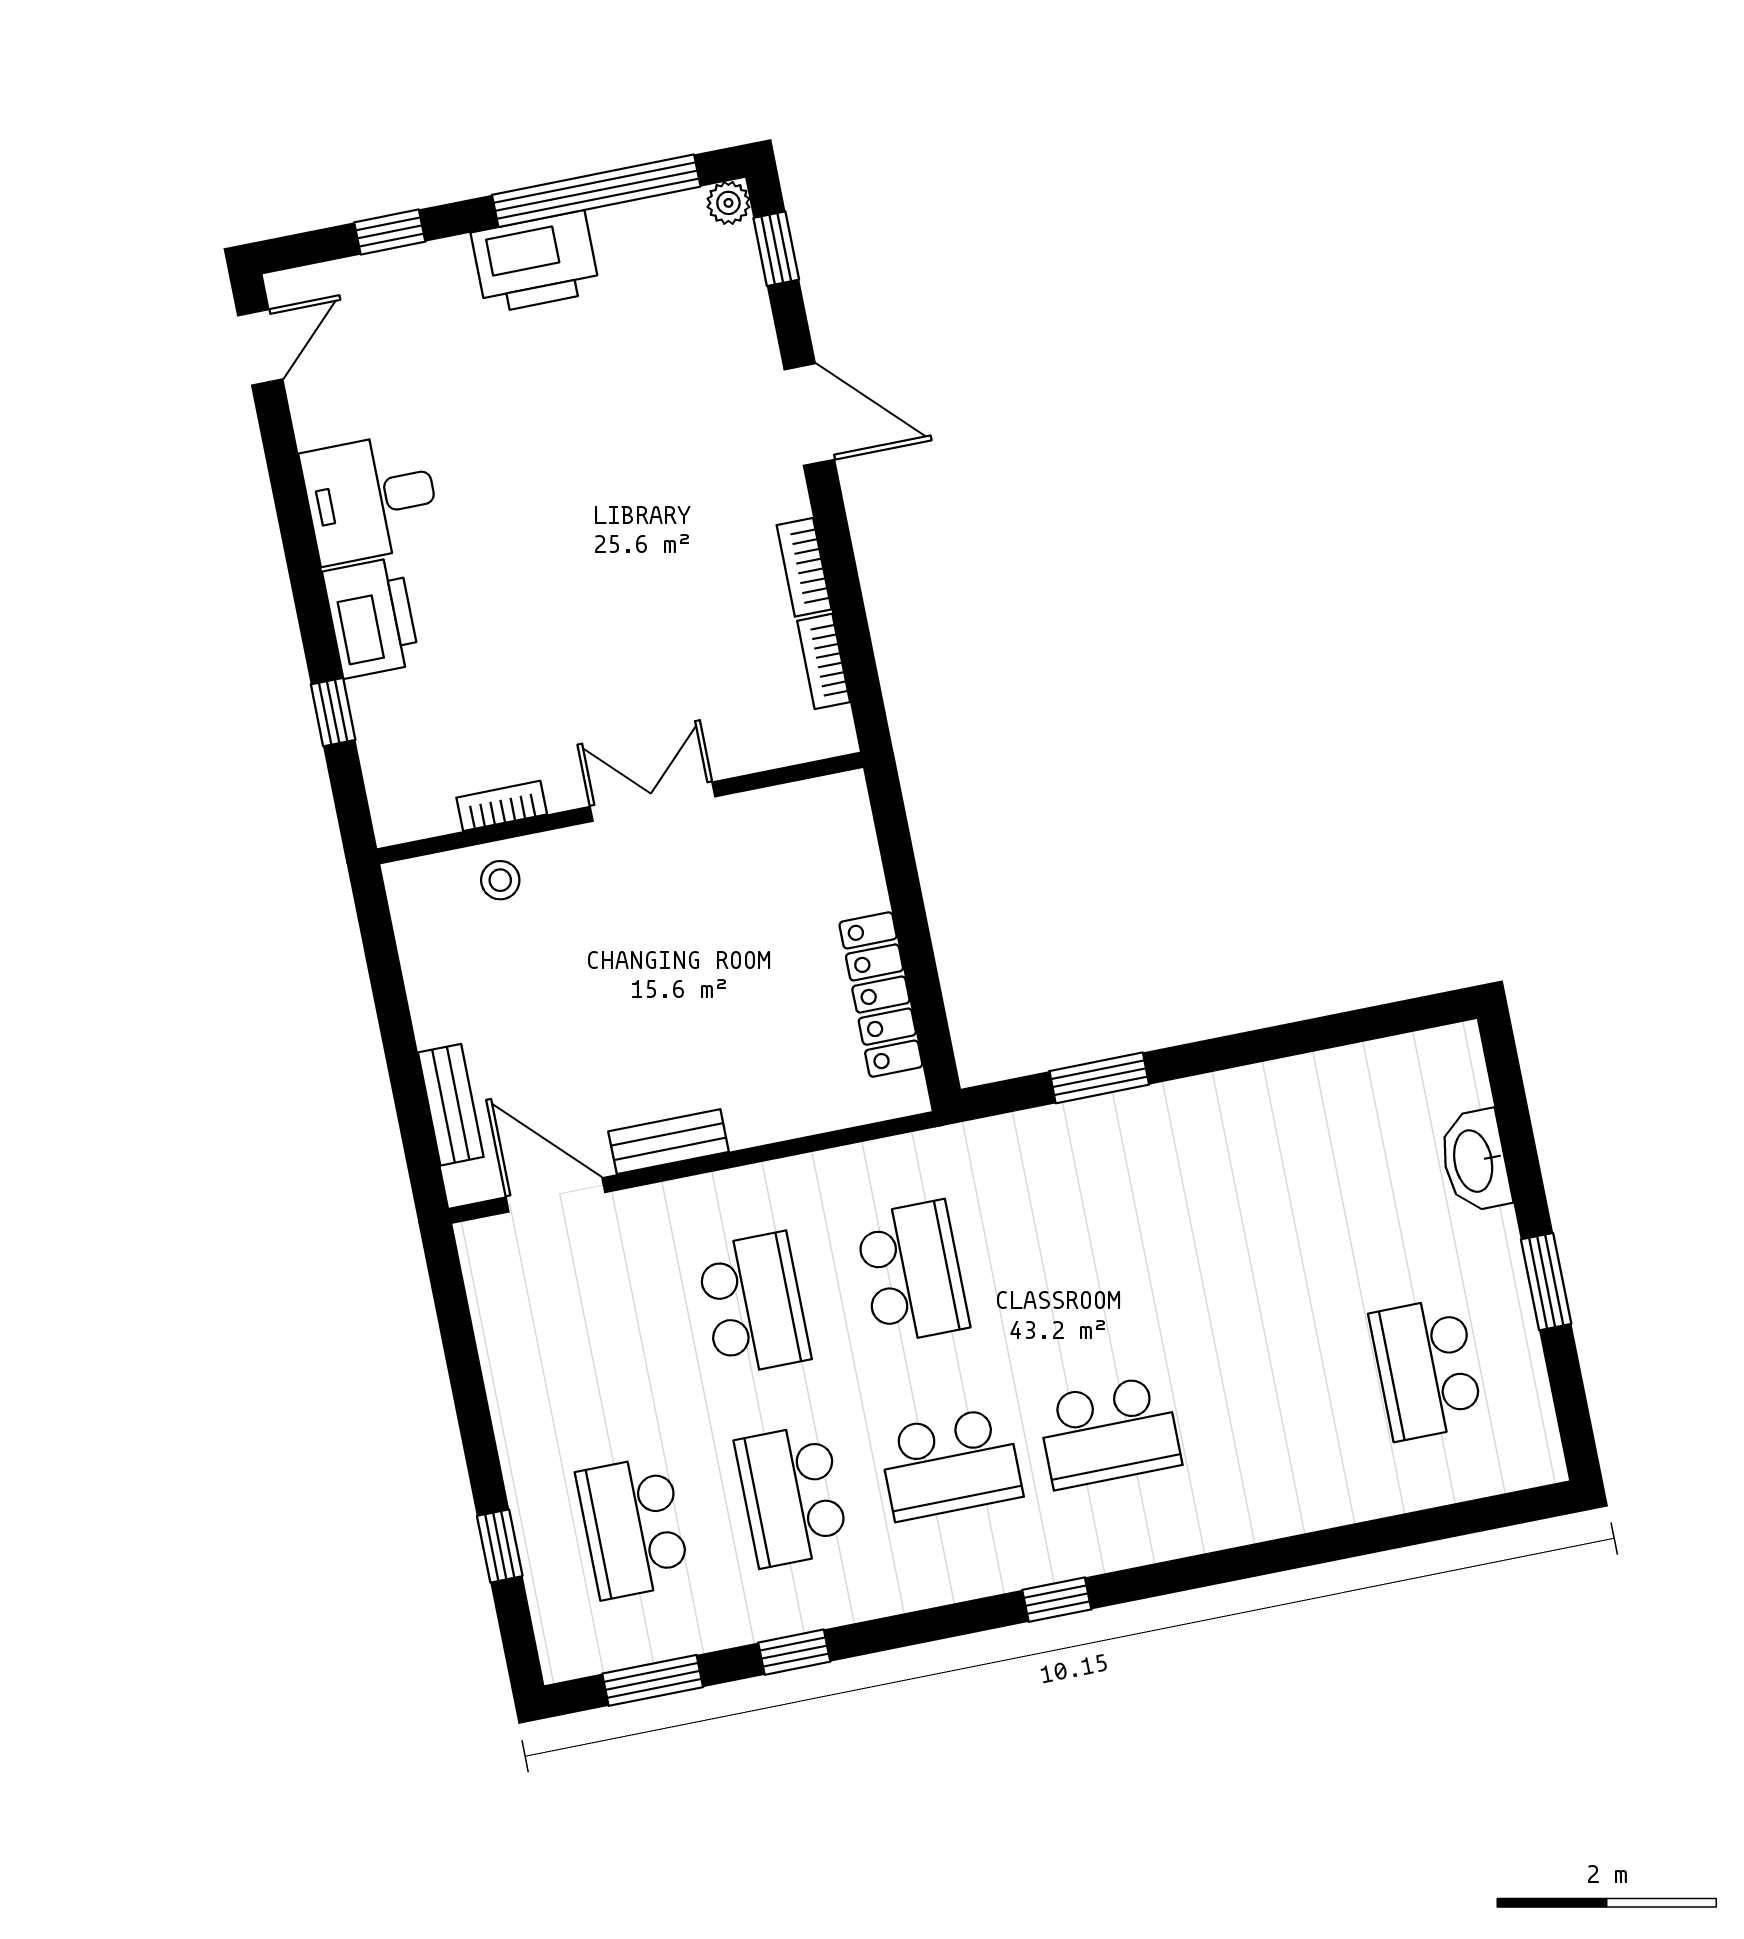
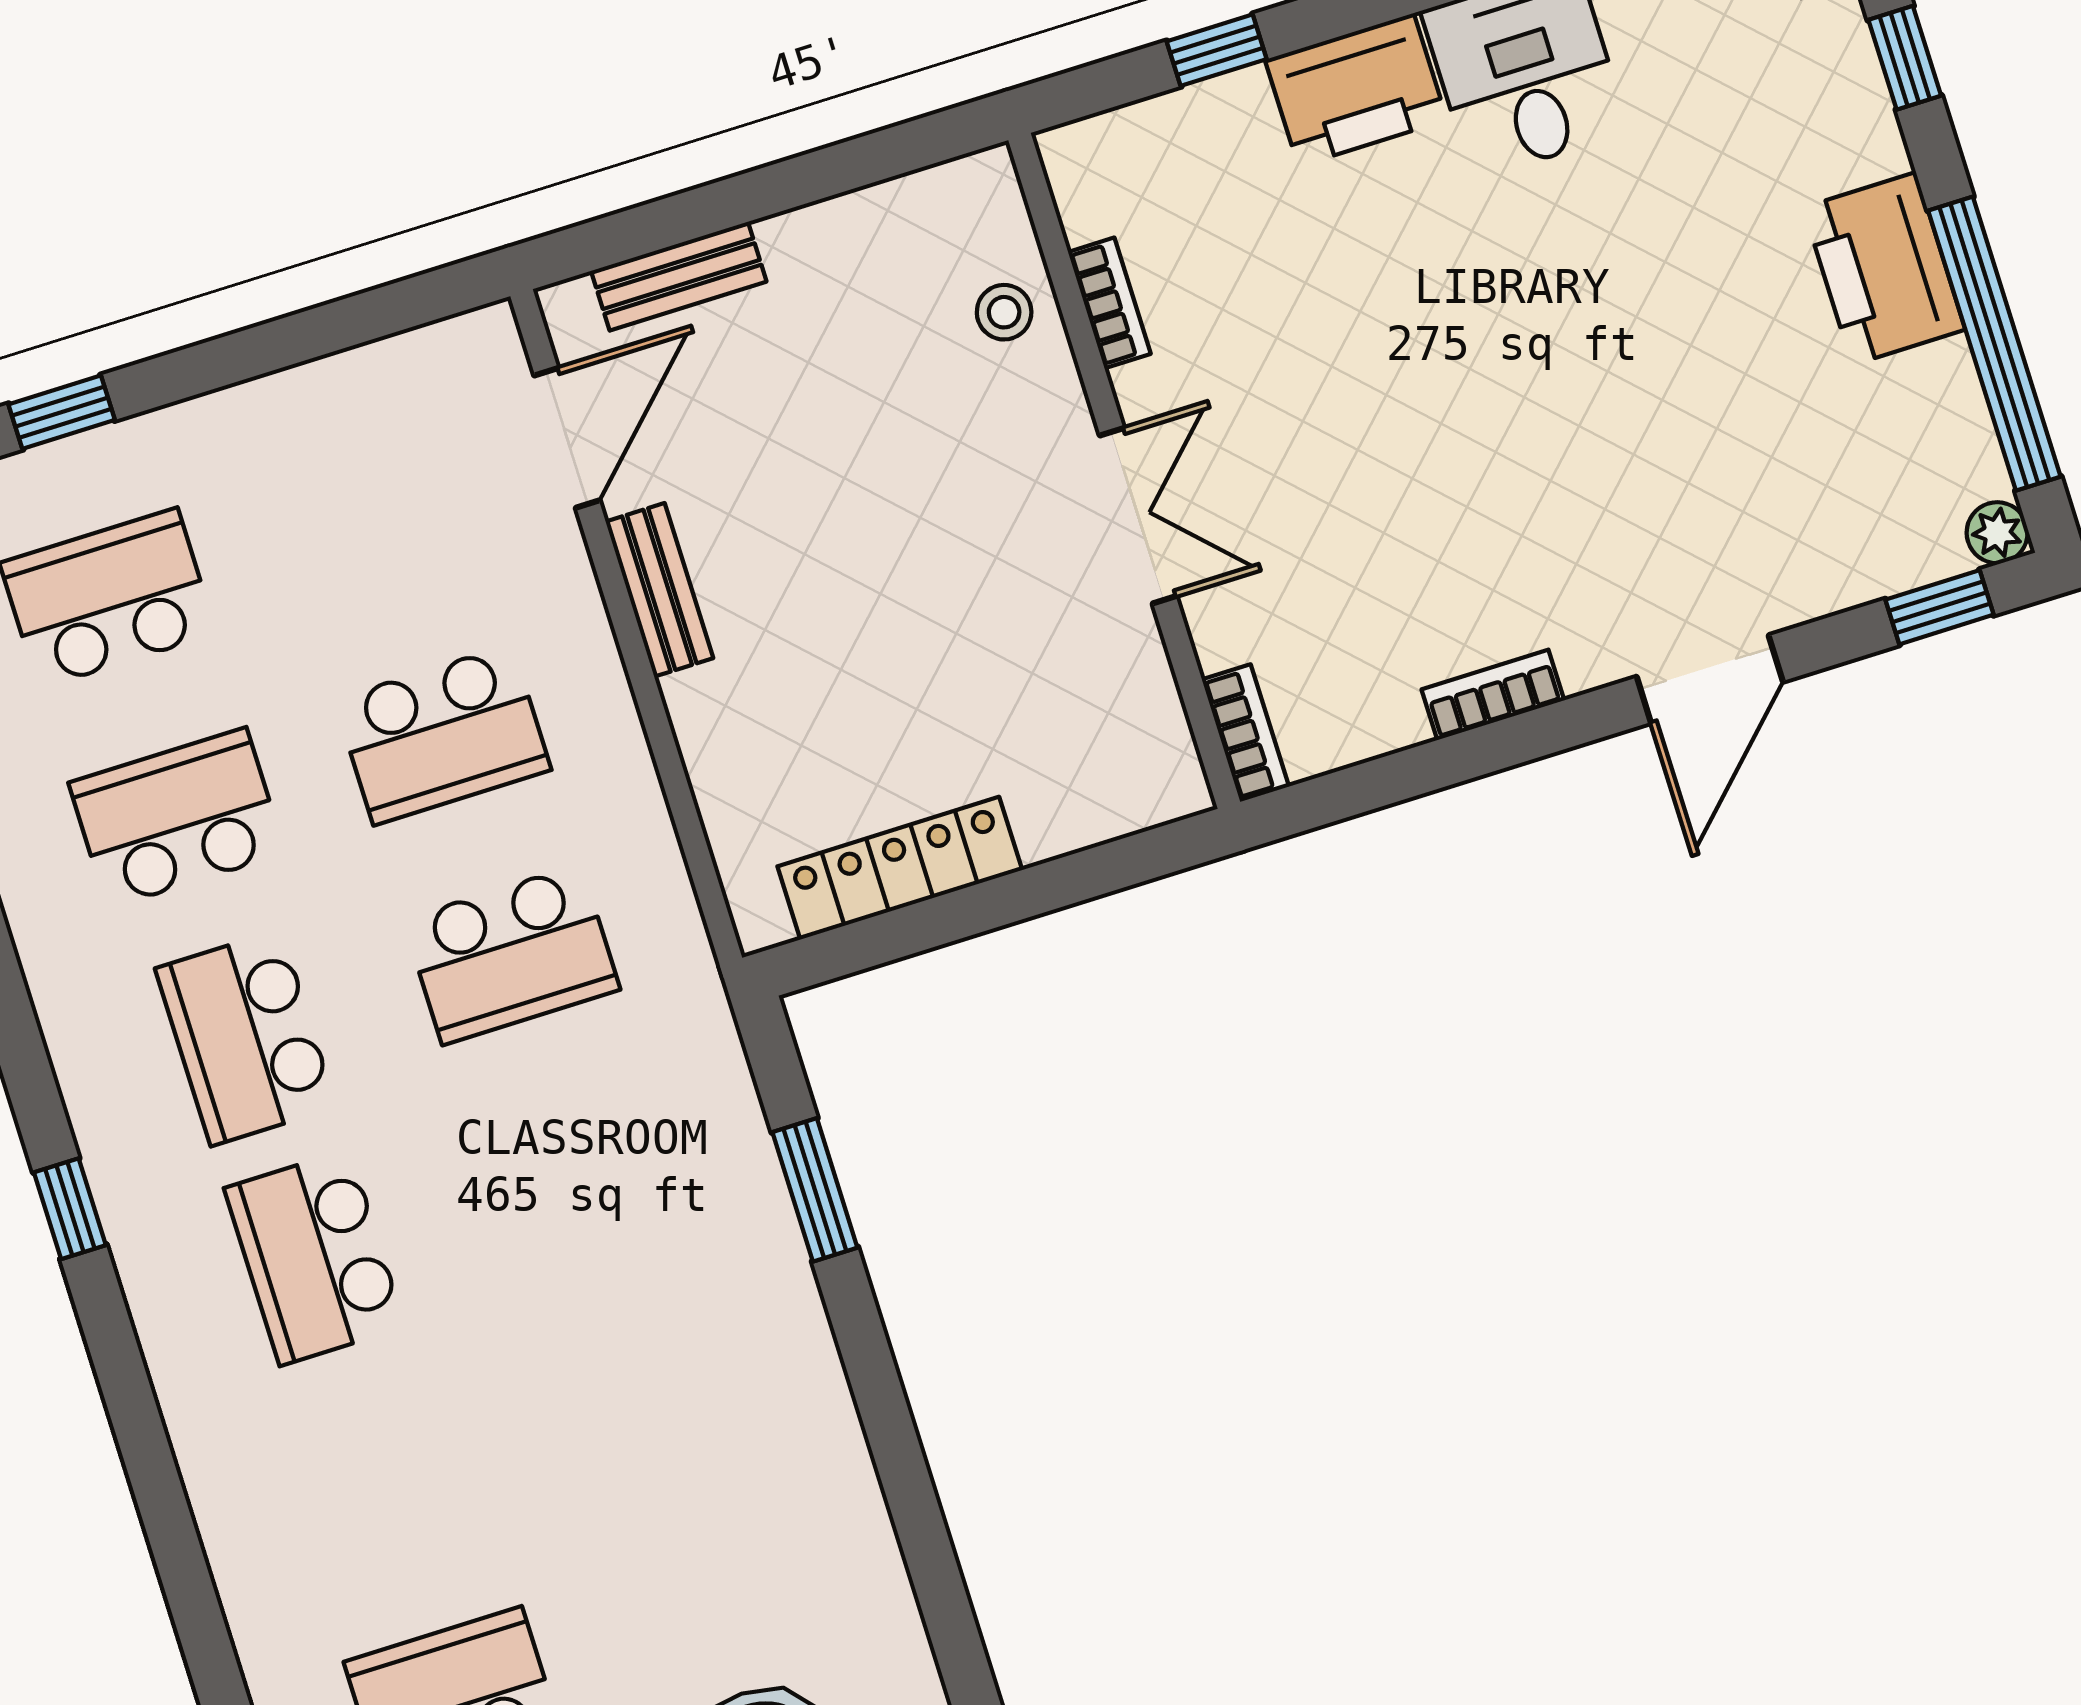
bookcase: (824, 661) -> (1245, 733), moved, turned 90

